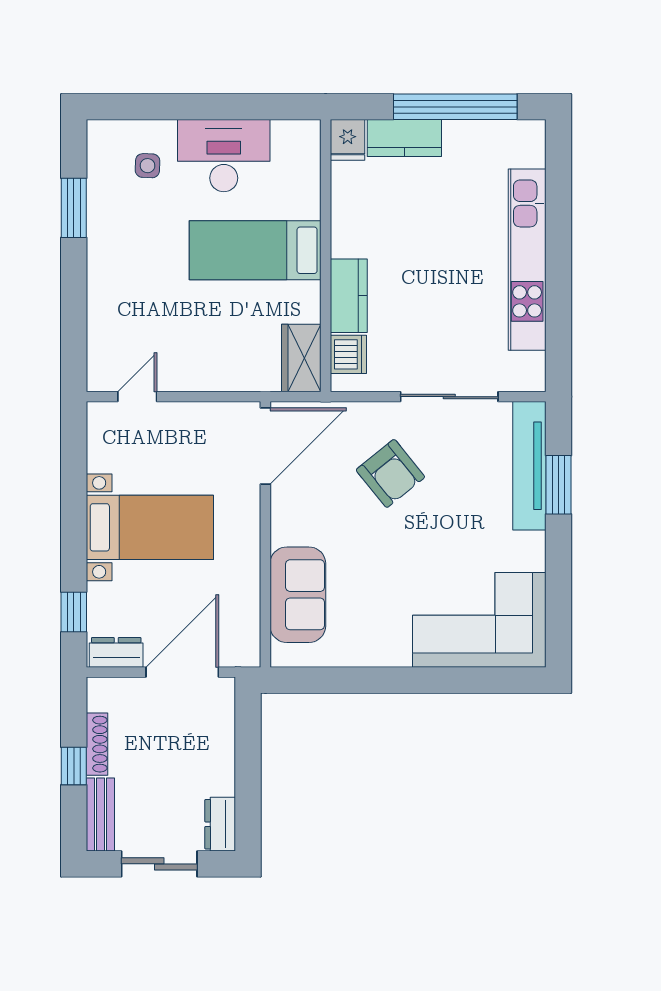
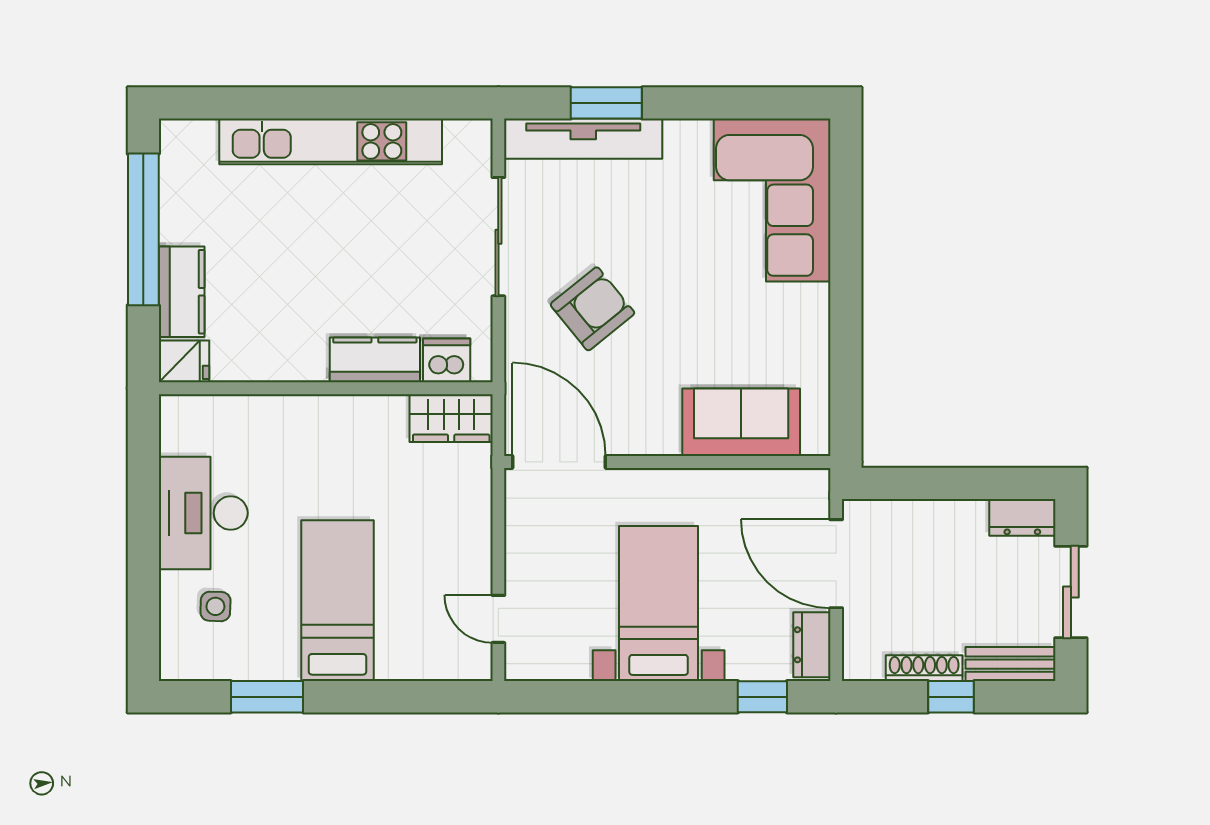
bed: (255, 250) -> (337, 601), moved, turned 180

